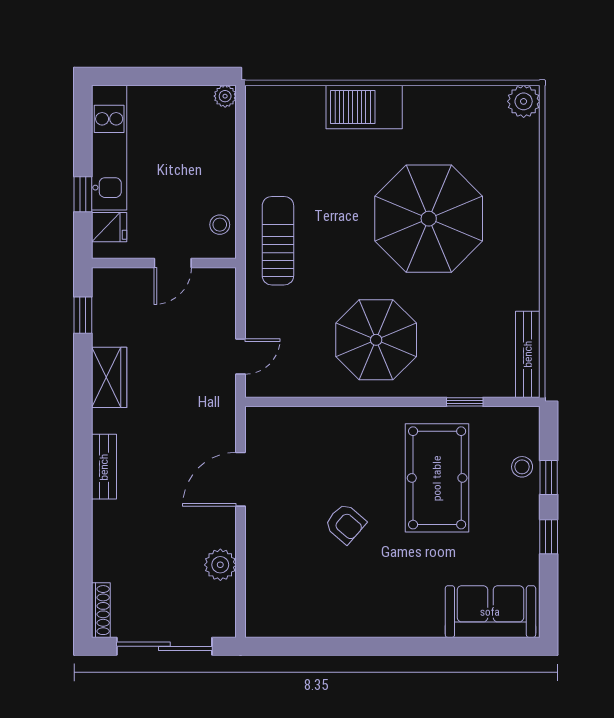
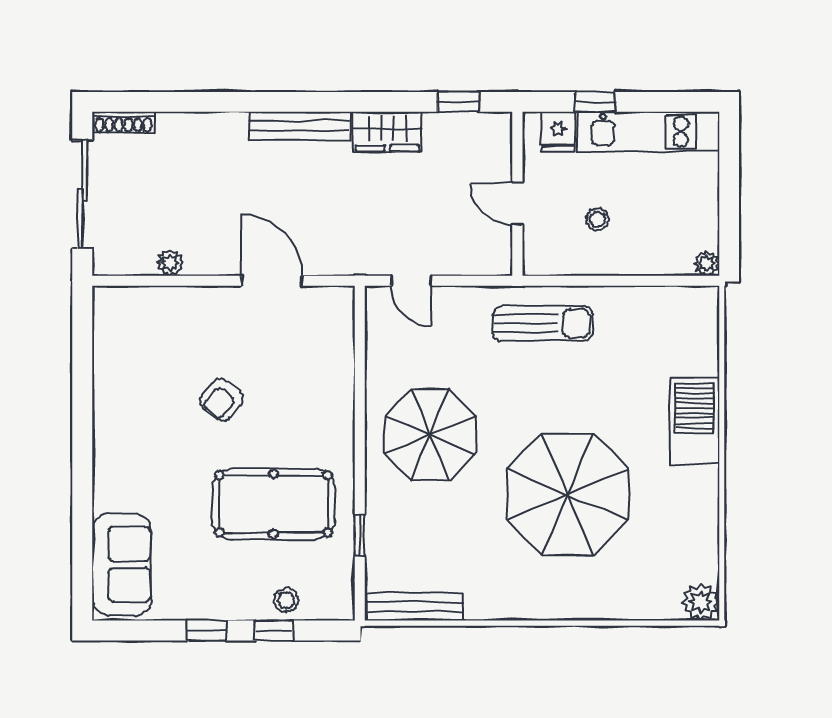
stool: (220, 225) -> (597, 219), moved
bench: (104, 467) -> (300, 126), width x1.36
plant: (220, 565) -> (170, 263), width x0.73, depth x0.73

